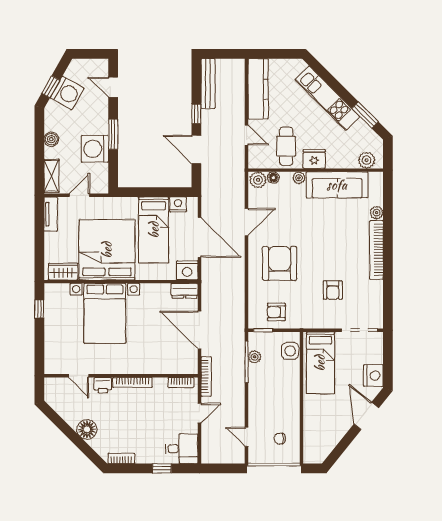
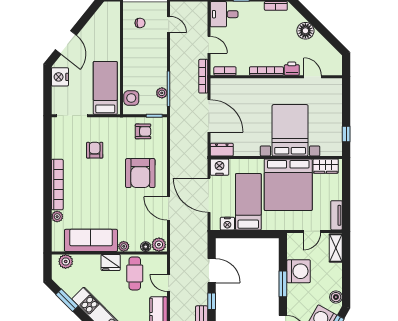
boiler: (51, 139) -> (336, 297), moved
door: (247, 222) -> (169, 209), hinge flipped
door: (199, 413) -> (209, 45), swing flipped

